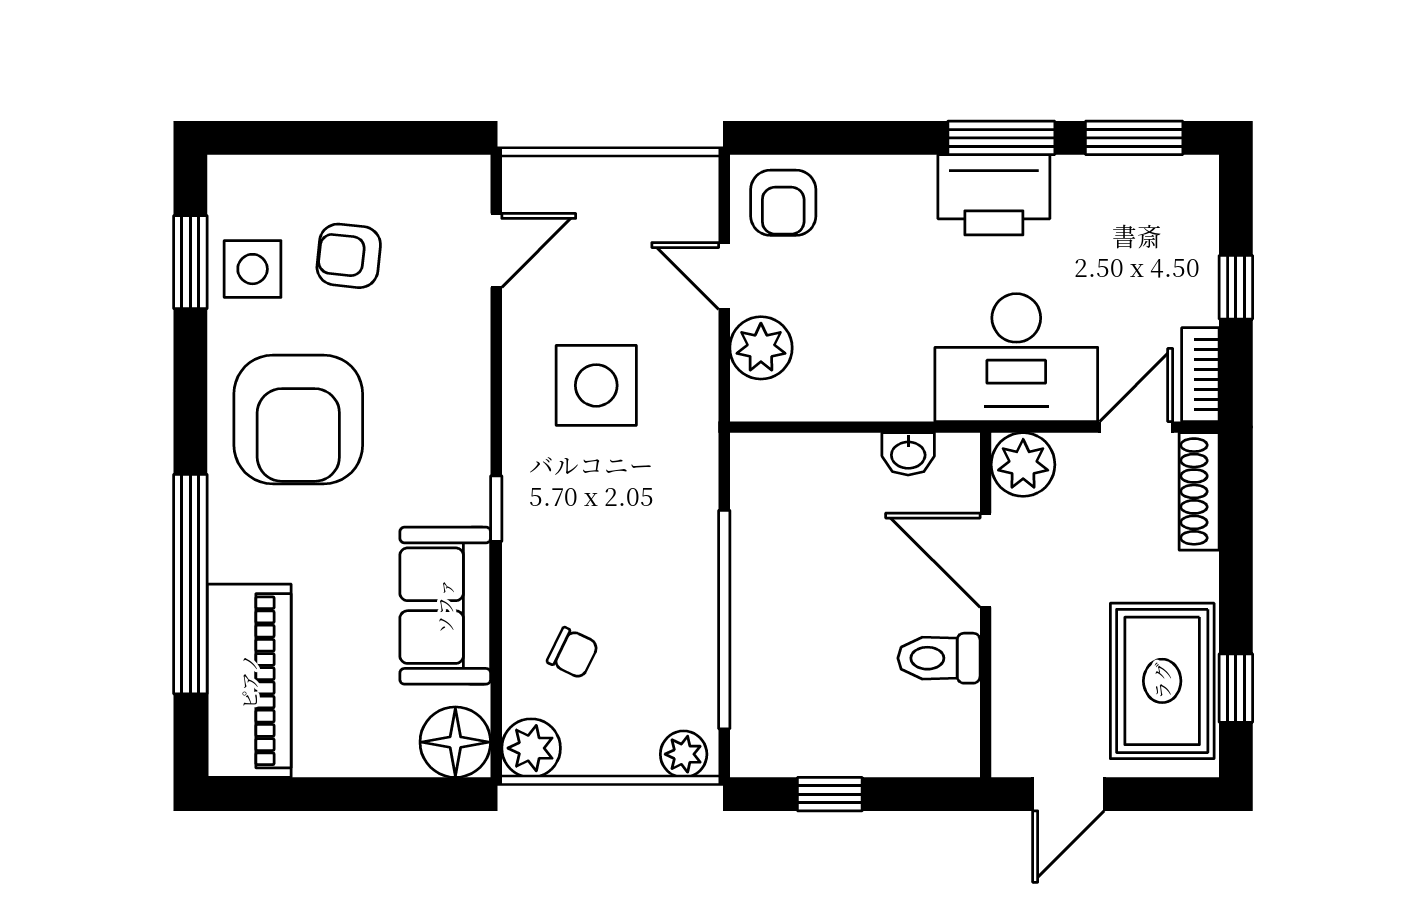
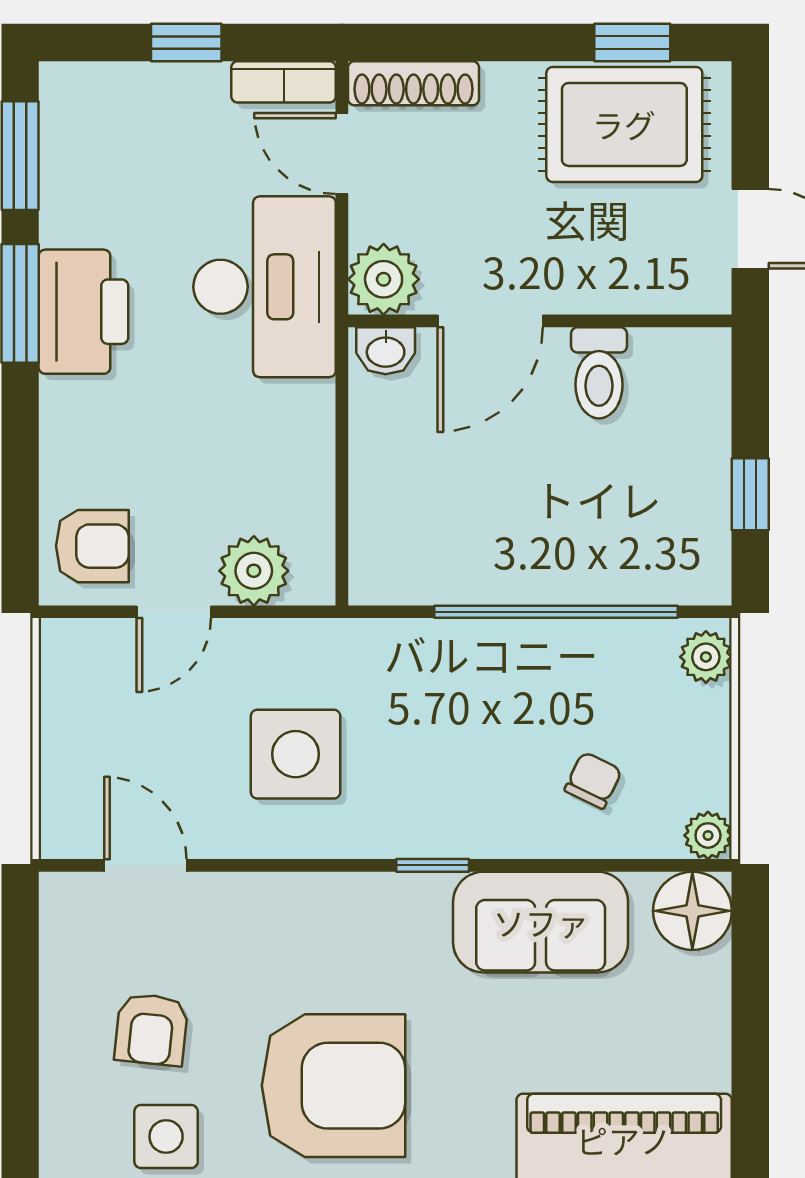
washbasin: (908, 454) -> (386, 351), moved, turned 90
plant: (531, 748) -> (708, 835), width x0.73, depth x0.73

